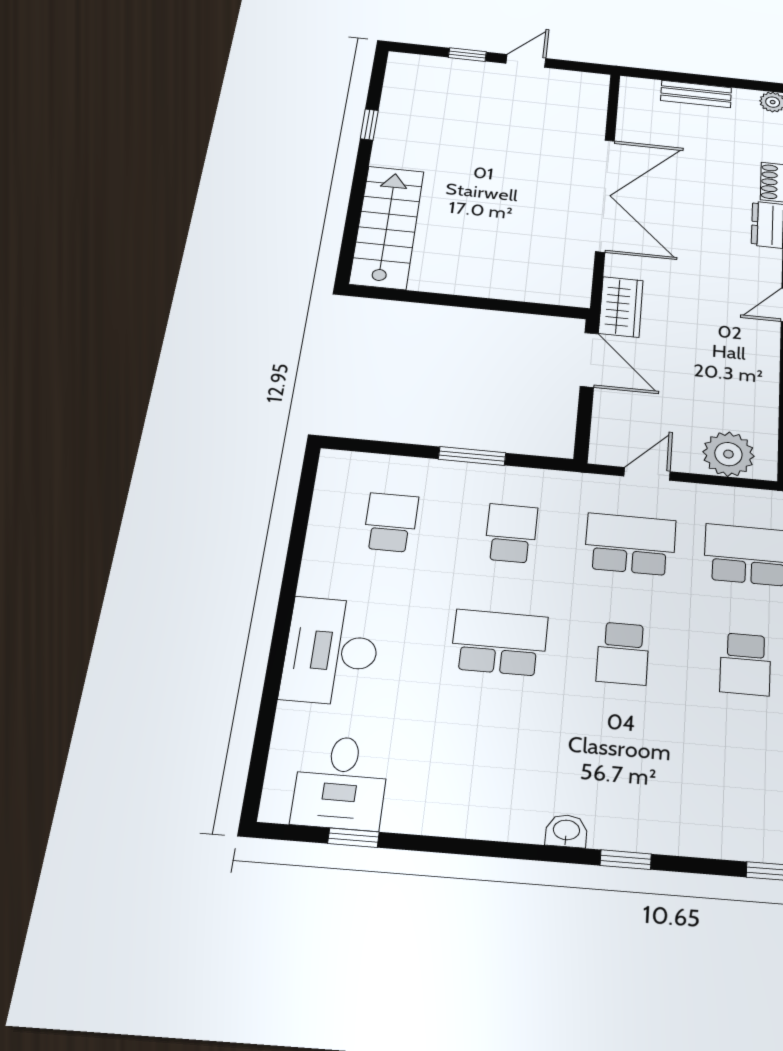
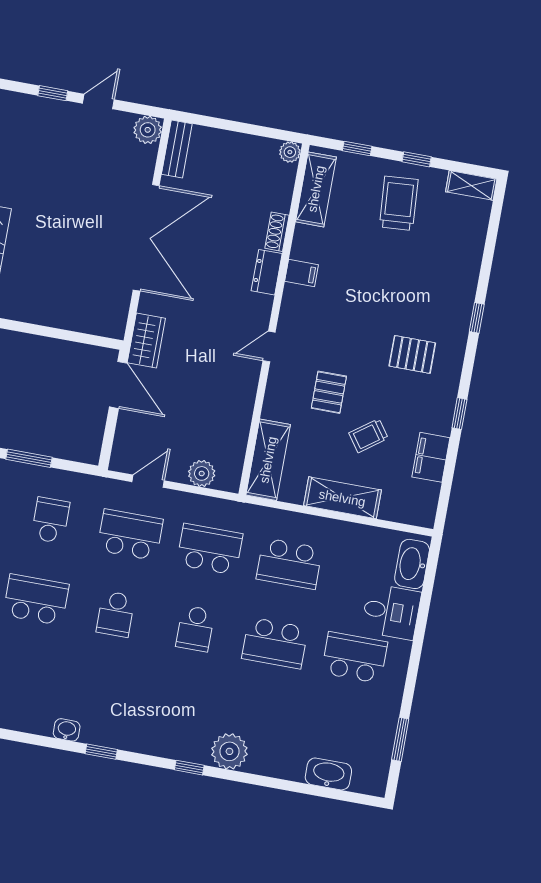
plant: (592, 86) -> (148, 130), added
bench: (696, 94) -> (177, 149), moved, turned 90
plant: (728, 454) -> (202, 473), width x0.73, depth x0.73

